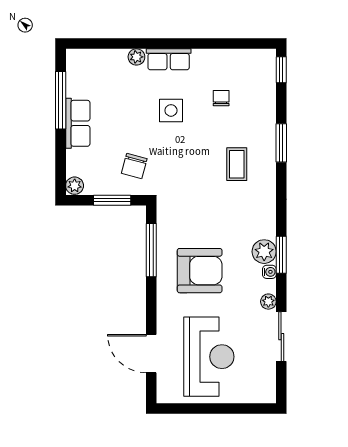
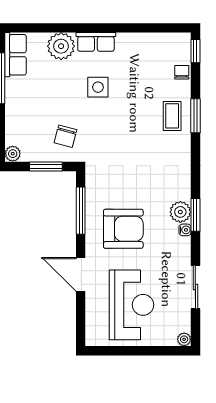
plant: (136, 57) -> (61, 46), width x1.88, depth x1.88
chair: (221, 98) -> (182, 72), moved
row of seats: (78, 123) -> (16, 55), moved
coffee table: (237, 164) -> (172, 116), moved
plant: (268, 302) -> (184, 339), moved
door: (151, 354) -> (81, 274), moved

